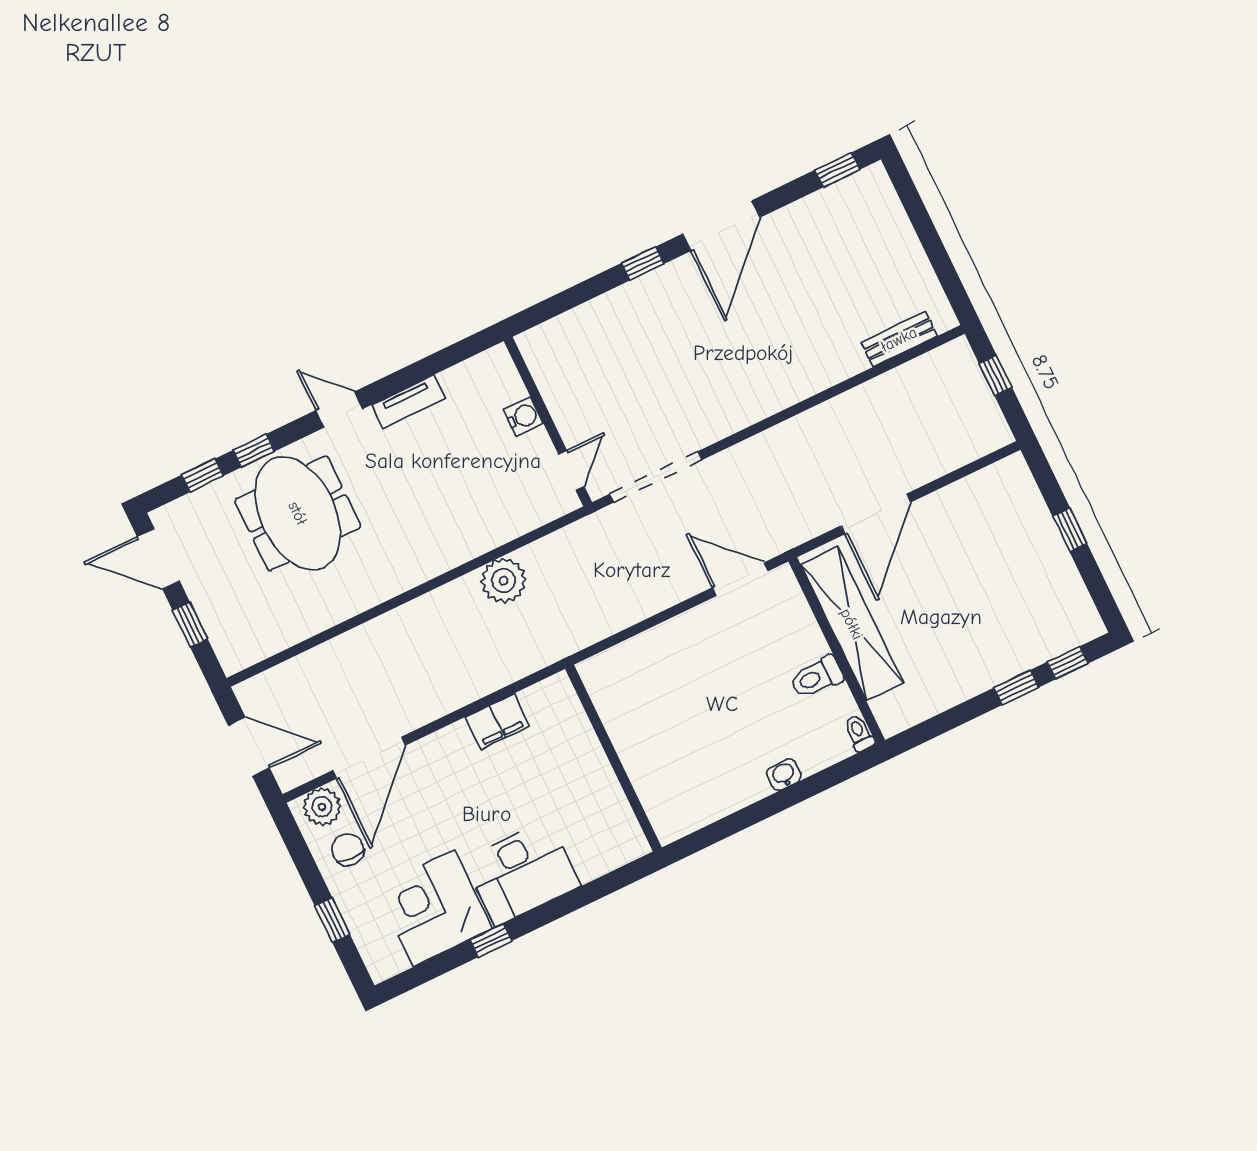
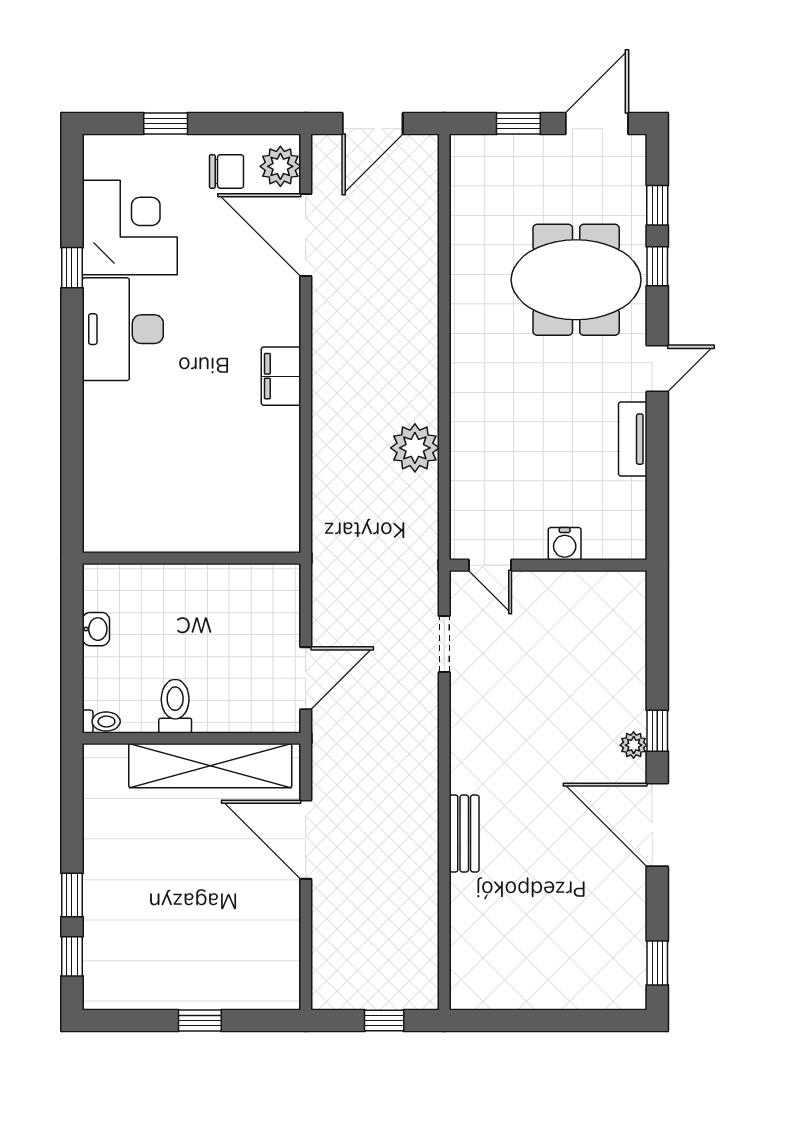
plant: (664, 278) -> (634, 745), added
bench: (899, 339) -> (464, 834), moved
doorway: (656, 477) -> (444, 644), width x0.53
wall: (613, 758) -> (191, 558), moved

